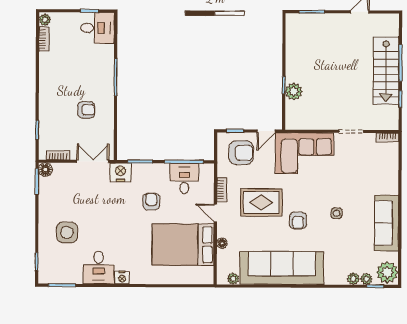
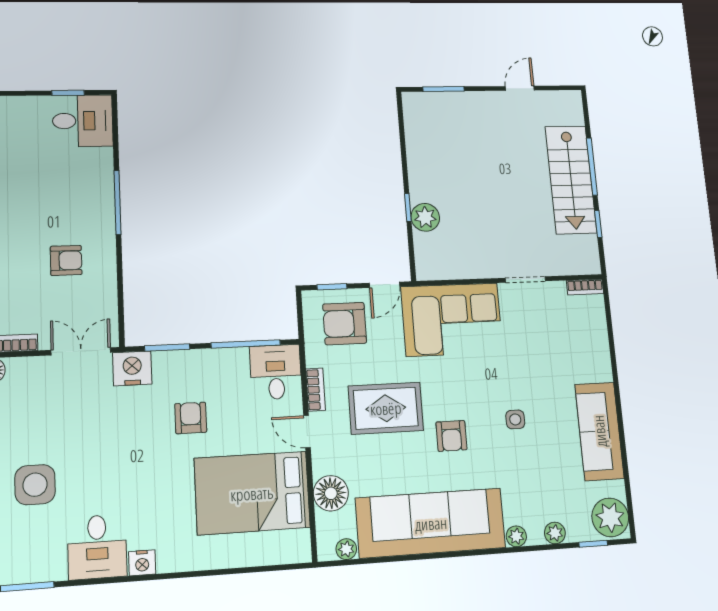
armchair: (241, 153) -> (345, 324), turned 180
desk: (184, 178) -> (276, 372), moved
floor lamp: (222, 243) -> (331, 493), width x1.89, depth x1.89
plant: (366, 279) -> (516, 536), moved

